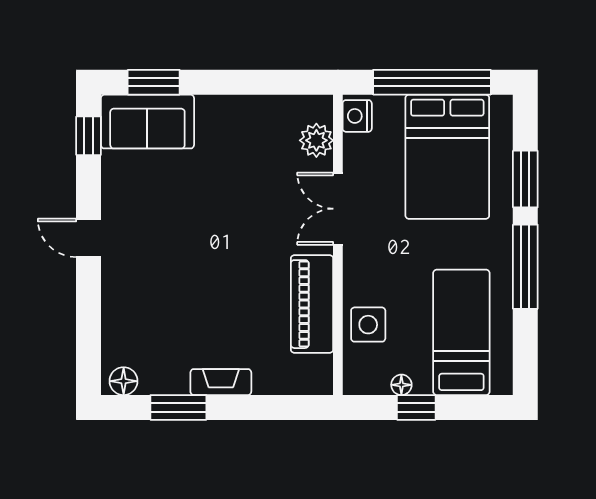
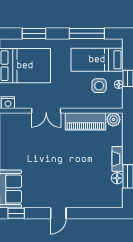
plant: (316, 140) -> (113, 119), moved
window: (525, 267) -> (87, 33), moved
side table: (368, 325) -> (99, 86), moved
floor lamp: (124, 381) -> (117, 178), moved

